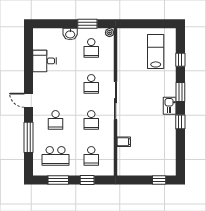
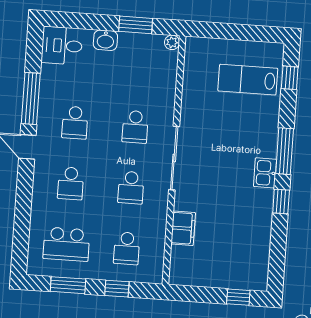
school desk: (91, 48) -> (75, 123), moved
lab bench: (156, 51) -> (248, 80), turned -90
window: (180, 60) -> (290, 78), moved
desk: (45, 61) -> (62, 46), moved
window: (180, 92) -> (285, 151), width x1.44
window: (29, 137) -> (31, 99), moved
filing cabinet: (124, 142) -> (183, 228), width x2.00

